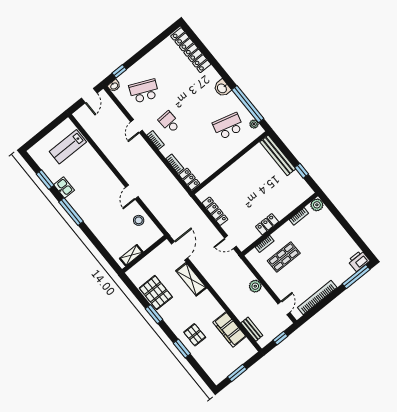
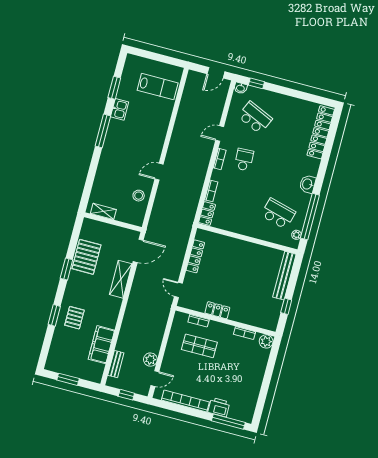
lab bench: (68, 147) -> (158, 87), turned 180
printer: (359, 261) -> (219, 407), moved
plant: (255, 286) -> (150, 360), moved

